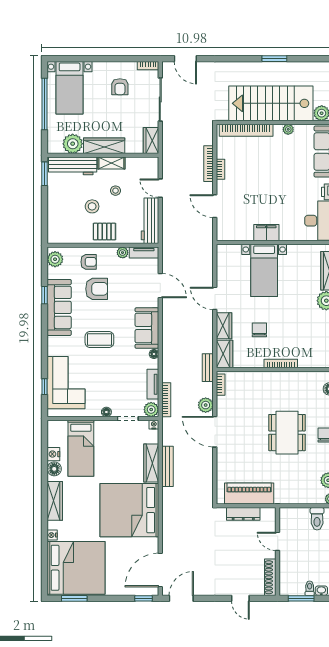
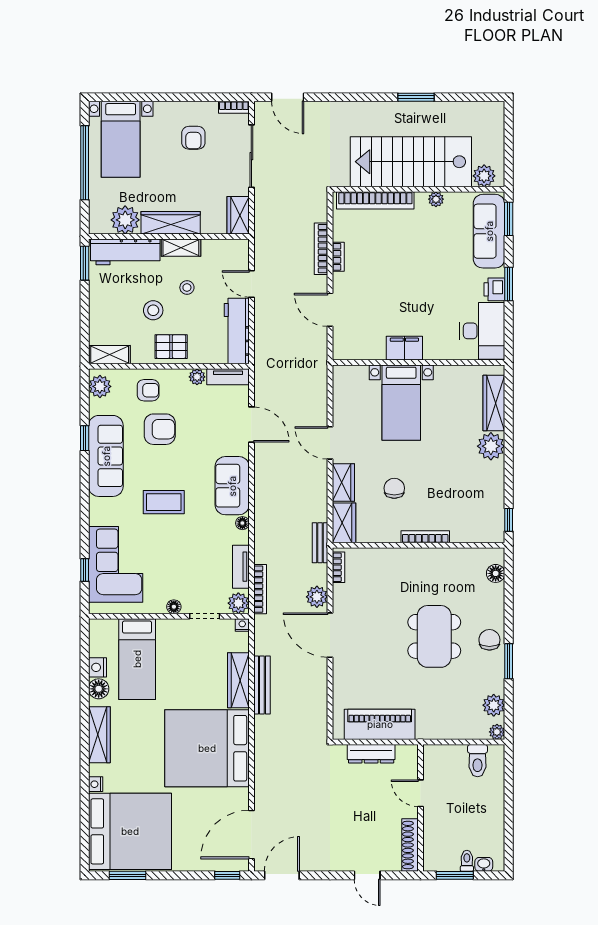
shelving: (62, 237) -> (110, 355), added

